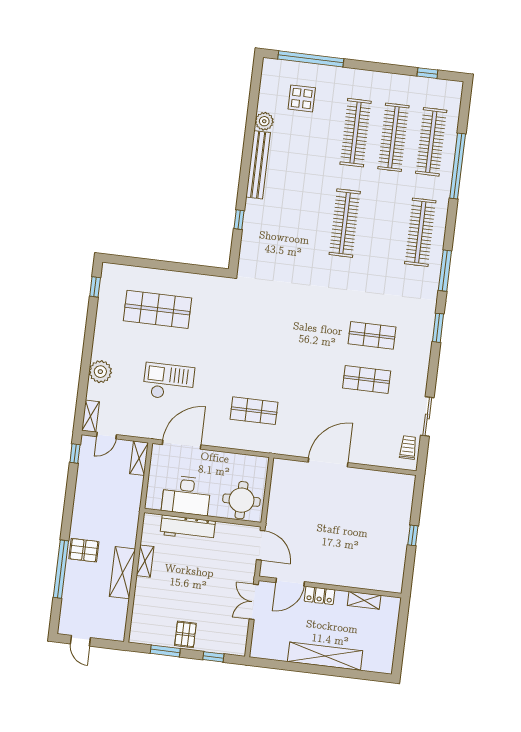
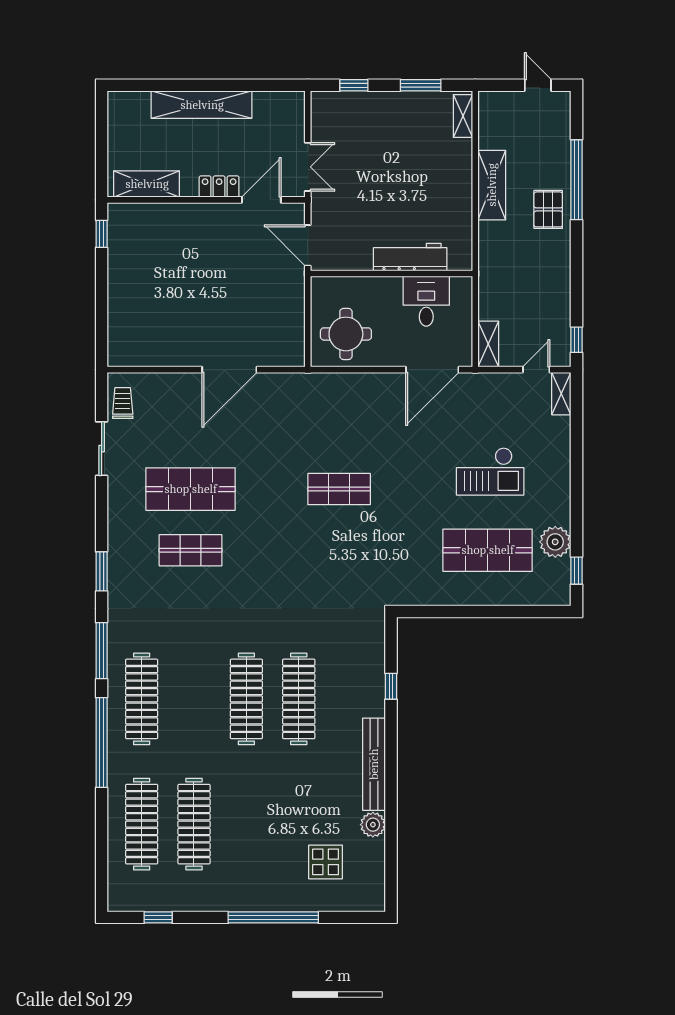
window: (311, 59) -> (273, 917), moved
clothes rail: (356, 133) -> (299, 699), moved
window: (458, 166) -> (102, 742), moved
plant: (100, 372) -> (555, 542), moved
shop shelf: (367, 380) -> (191, 489), width x1.43, depth x1.36
checkout: (169, 382) -> (490, 471), moved
shop shelf: (254, 411) -> (339, 489), moved
trolley: (408, 447) -> (123, 403), turned 180
desk: (186, 495) -> (426, 301), width x0.73
round table: (241, 500) -> (346, 334), moved
window: (413, 535) -> (102, 234), moved
pallet: (84, 550) -> (548, 209), turned 90
shelving: (145, 561) -> (463, 116), moved
shelving: (364, 600) -> (147, 184), width x1.50, depth x1.33
pallet: (185, 634) -> (396, 111), removed

